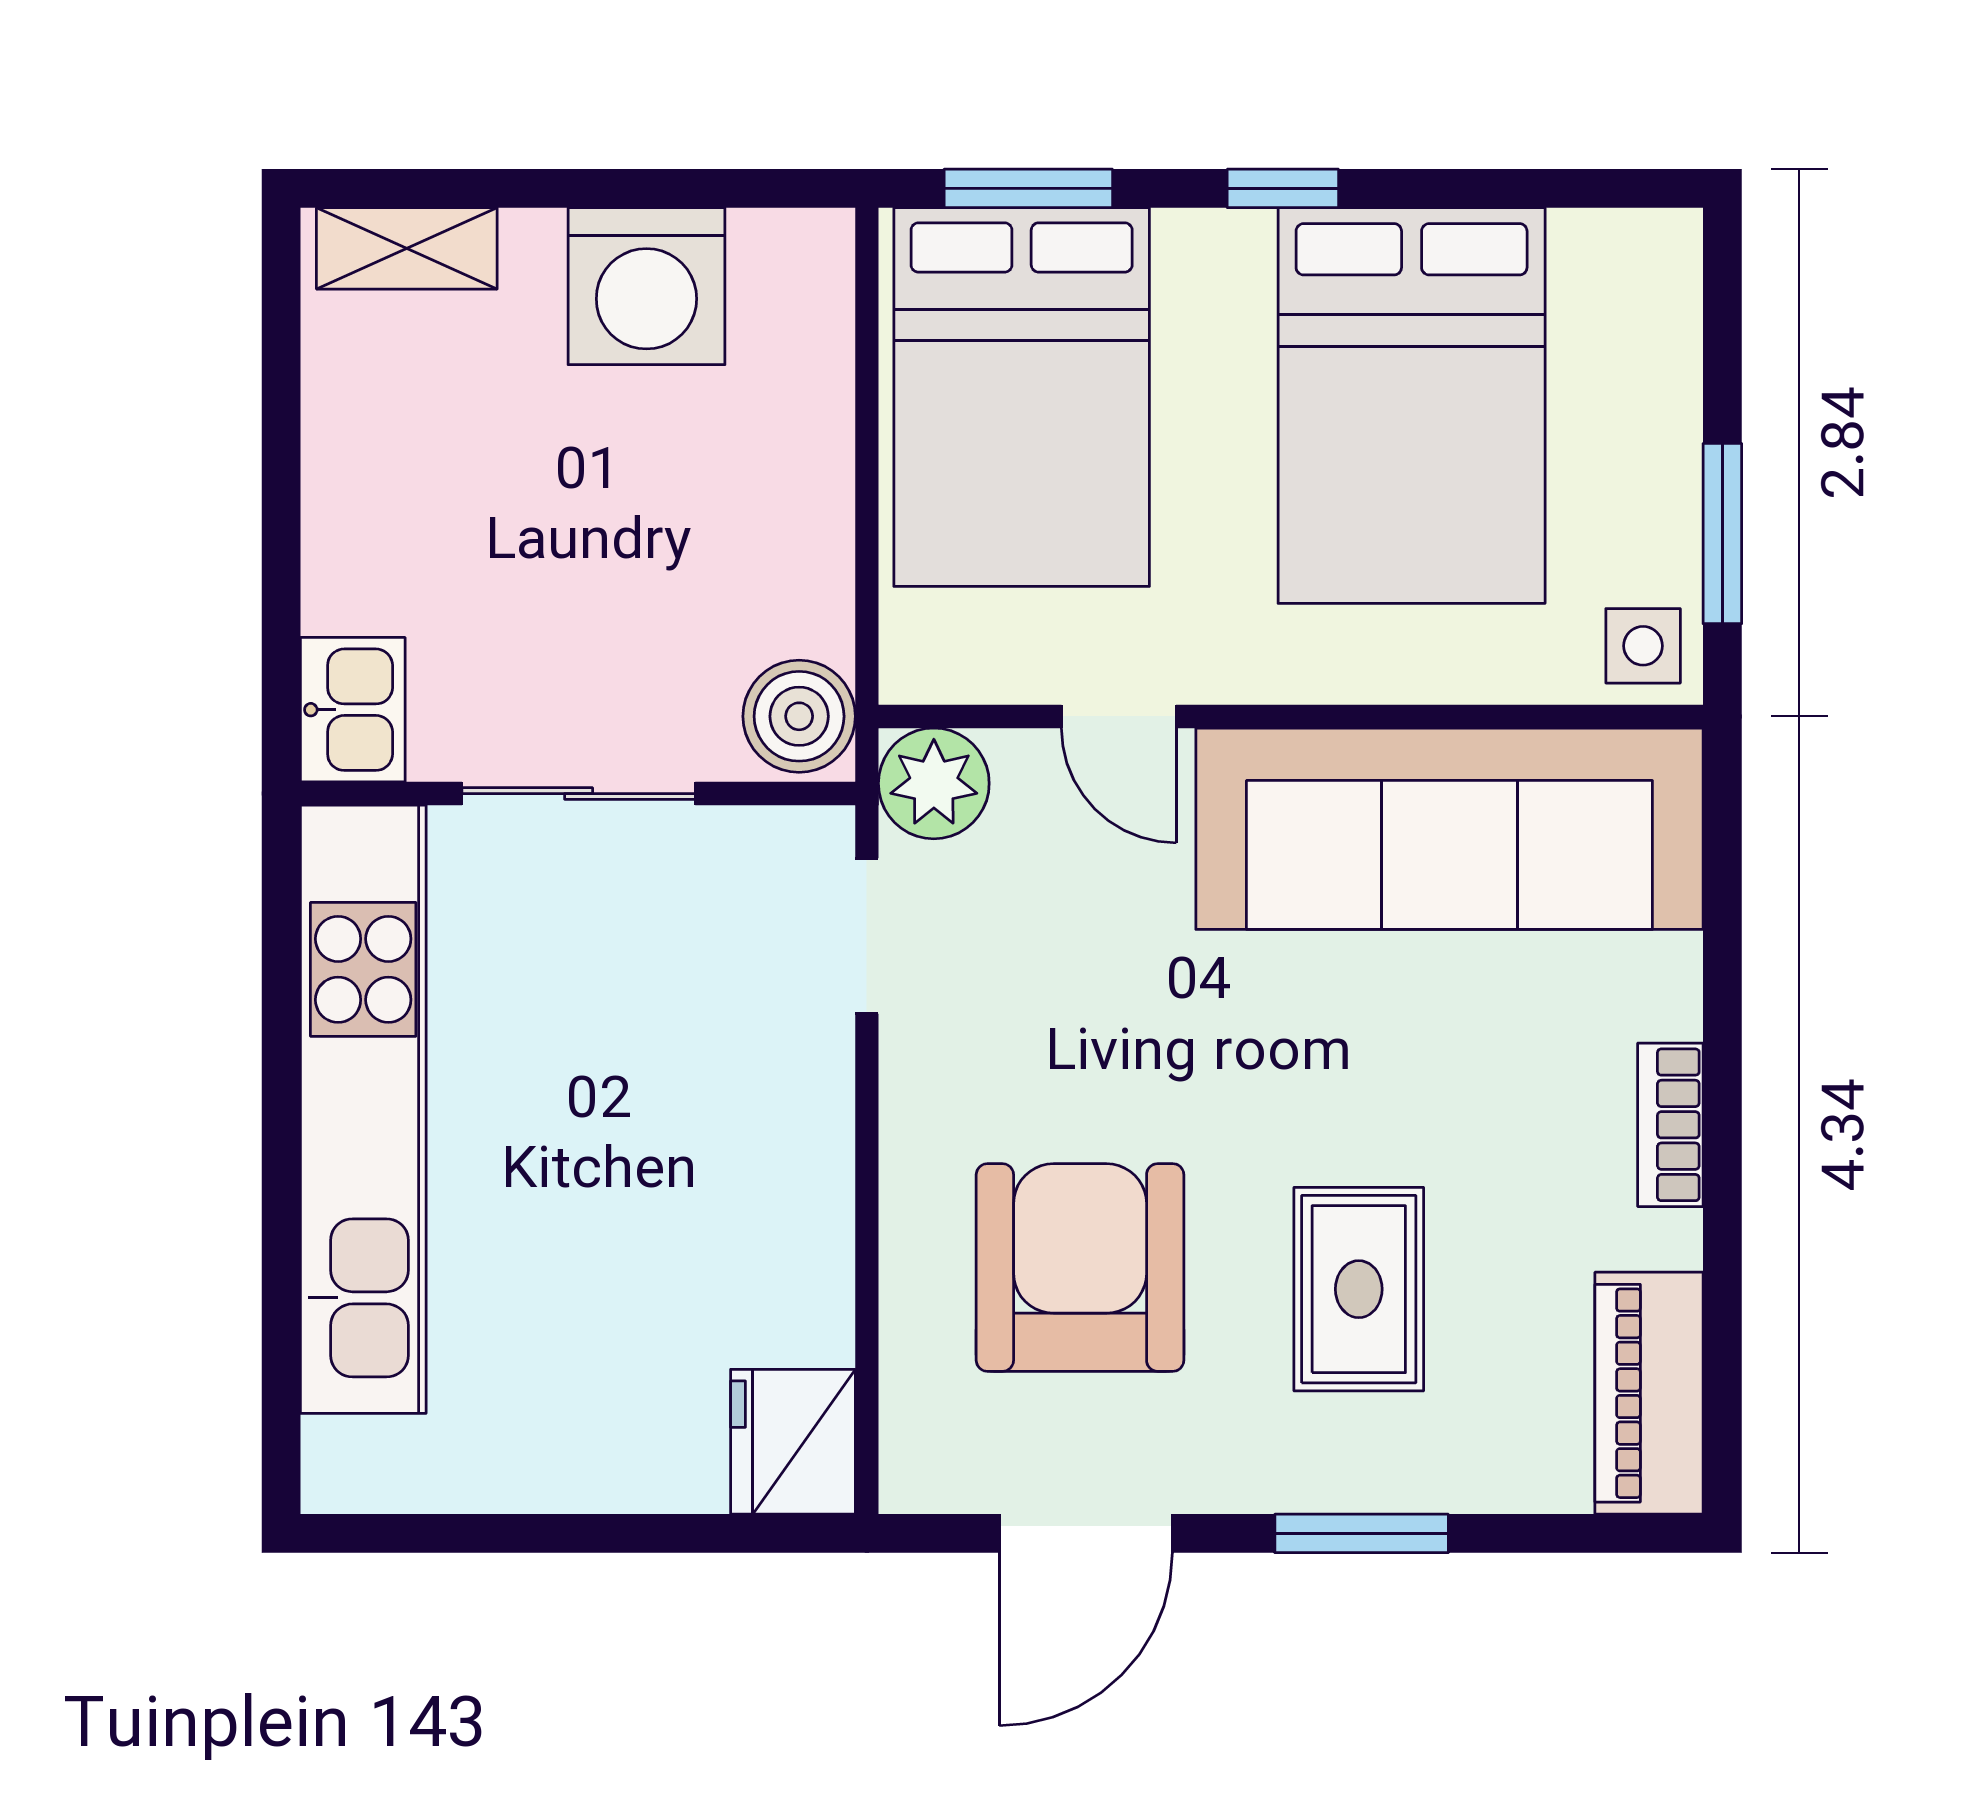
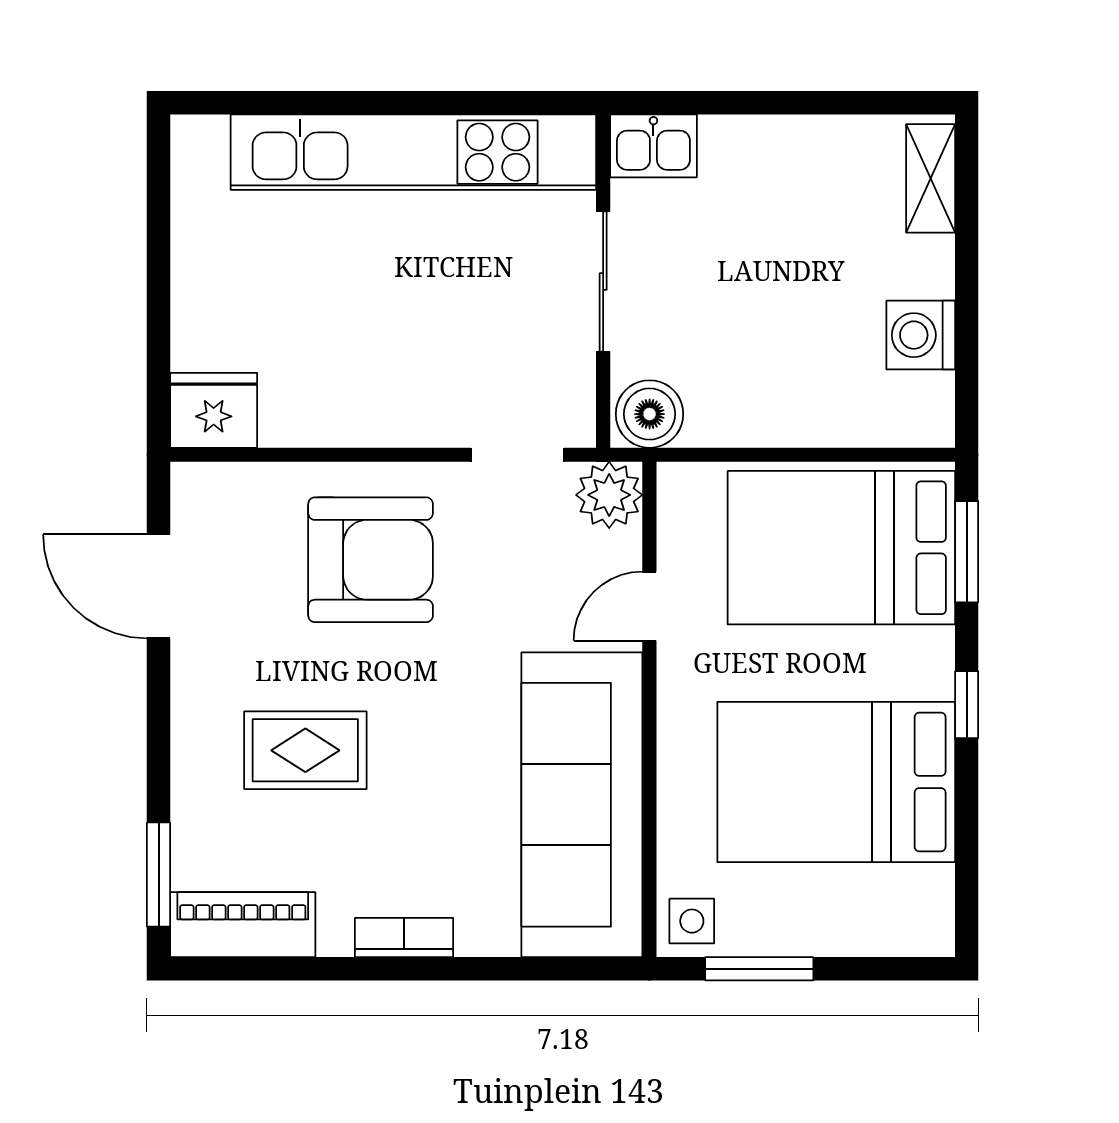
washing machine: (646, 286) -> (921, 335), width x0.73, depth x0.73
armchair: (1080, 1268) -> (371, 560), moved
window: (1362, 1533) -> (159, 875), moved

